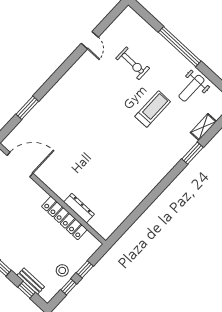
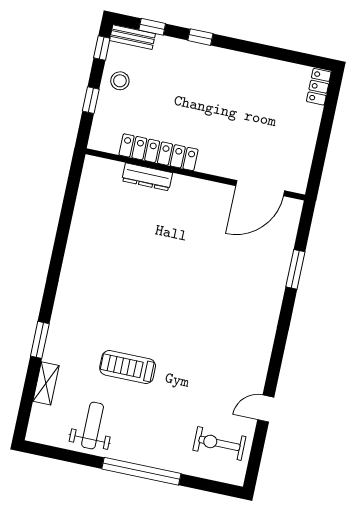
door: (90, 40) -> (266, 409), hinge flipped
exercise bike: (133, 63) -> (219, 443), moved
treadmill: (153, 109) -> (128, 367), turned 90
bench: (31, 281) -> (132, 37), moved
window: (69, 287) -> (102, 48), moved

